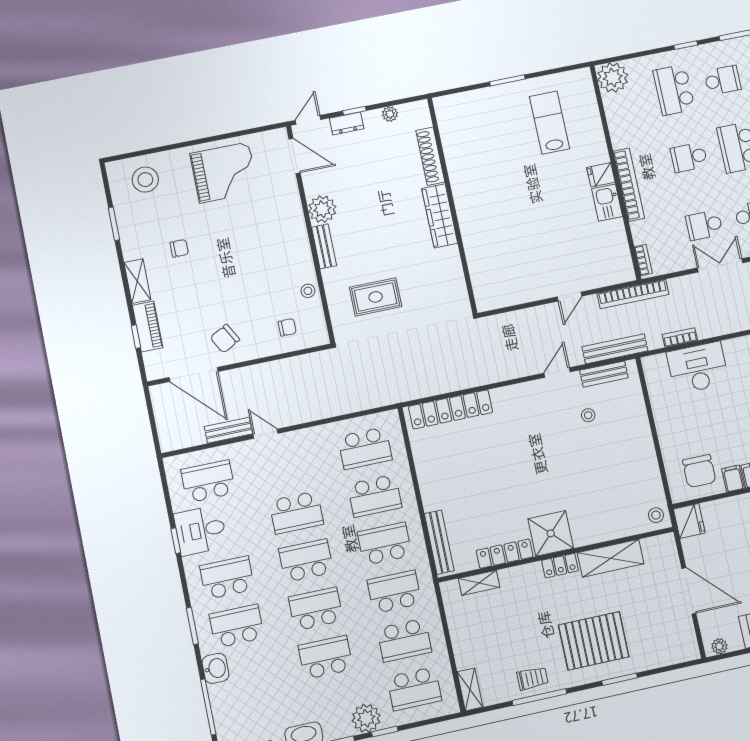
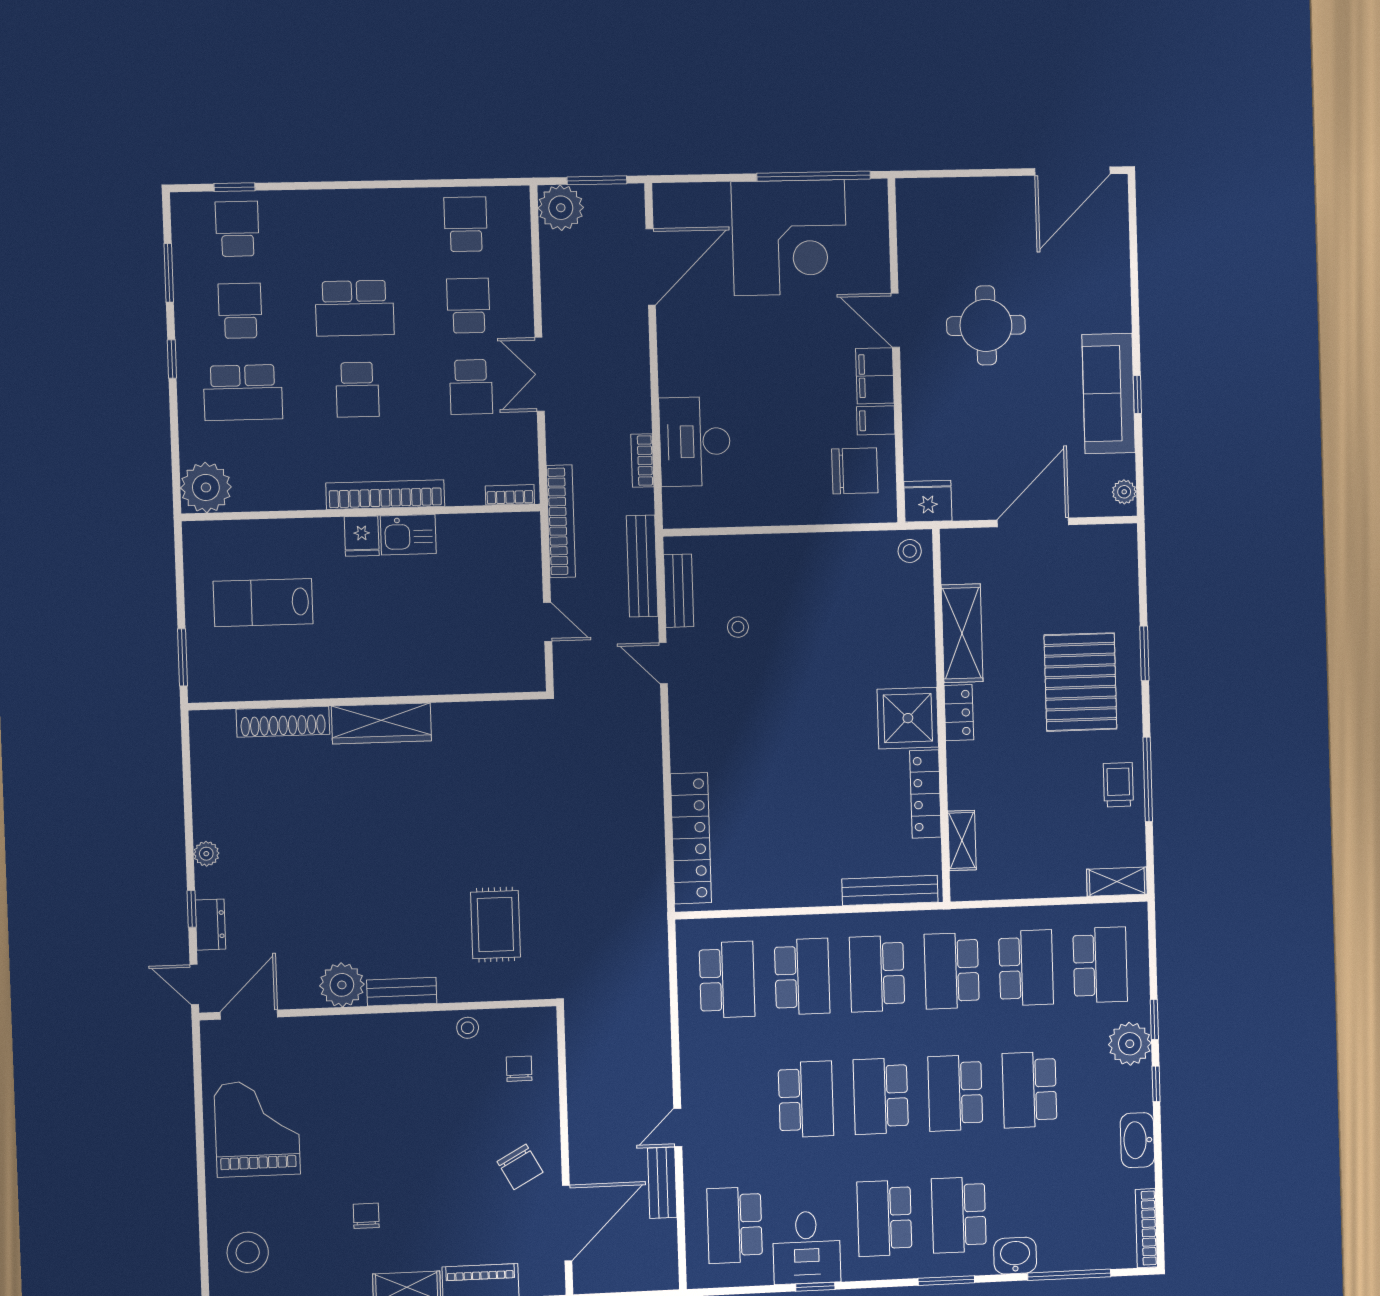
shoe rack: (430, 156) -> (283, 722), moved
wall: (452, 205) -> (368, 701), moved
wardrobe: (440, 216) -> (381, 723), moved

